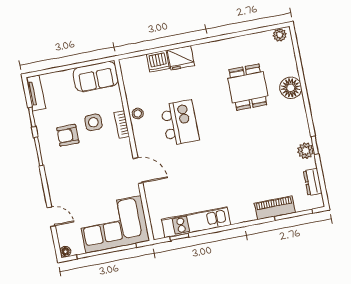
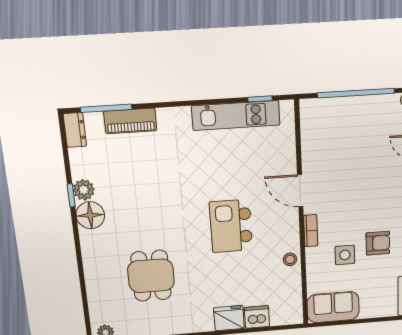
floor lamp: (291, 88) -> (90, 215), moved
kitchen island: (180, 123) -> (231, 226), moved
bookcase: (122, 125) -> (311, 231), moved
dresser: (313, 182) -> (75, 130), moved
corner sofa: (113, 224) -> (341, 127), removed

